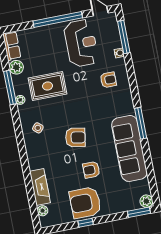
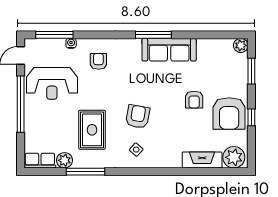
reception desk: (81, 43) -> (52, 83), turned 180
plant: (20, 100) -> (101, 163), removed
armchair: (75, 137) -> (138, 117), moved
sofa: (129, 148) -> (169, 50), width x0.74, depth x0.79
plant: (43, 211) -> (234, 157), width x1.87, depth x1.87
window: (139, 212) -> (251, 71), moved

